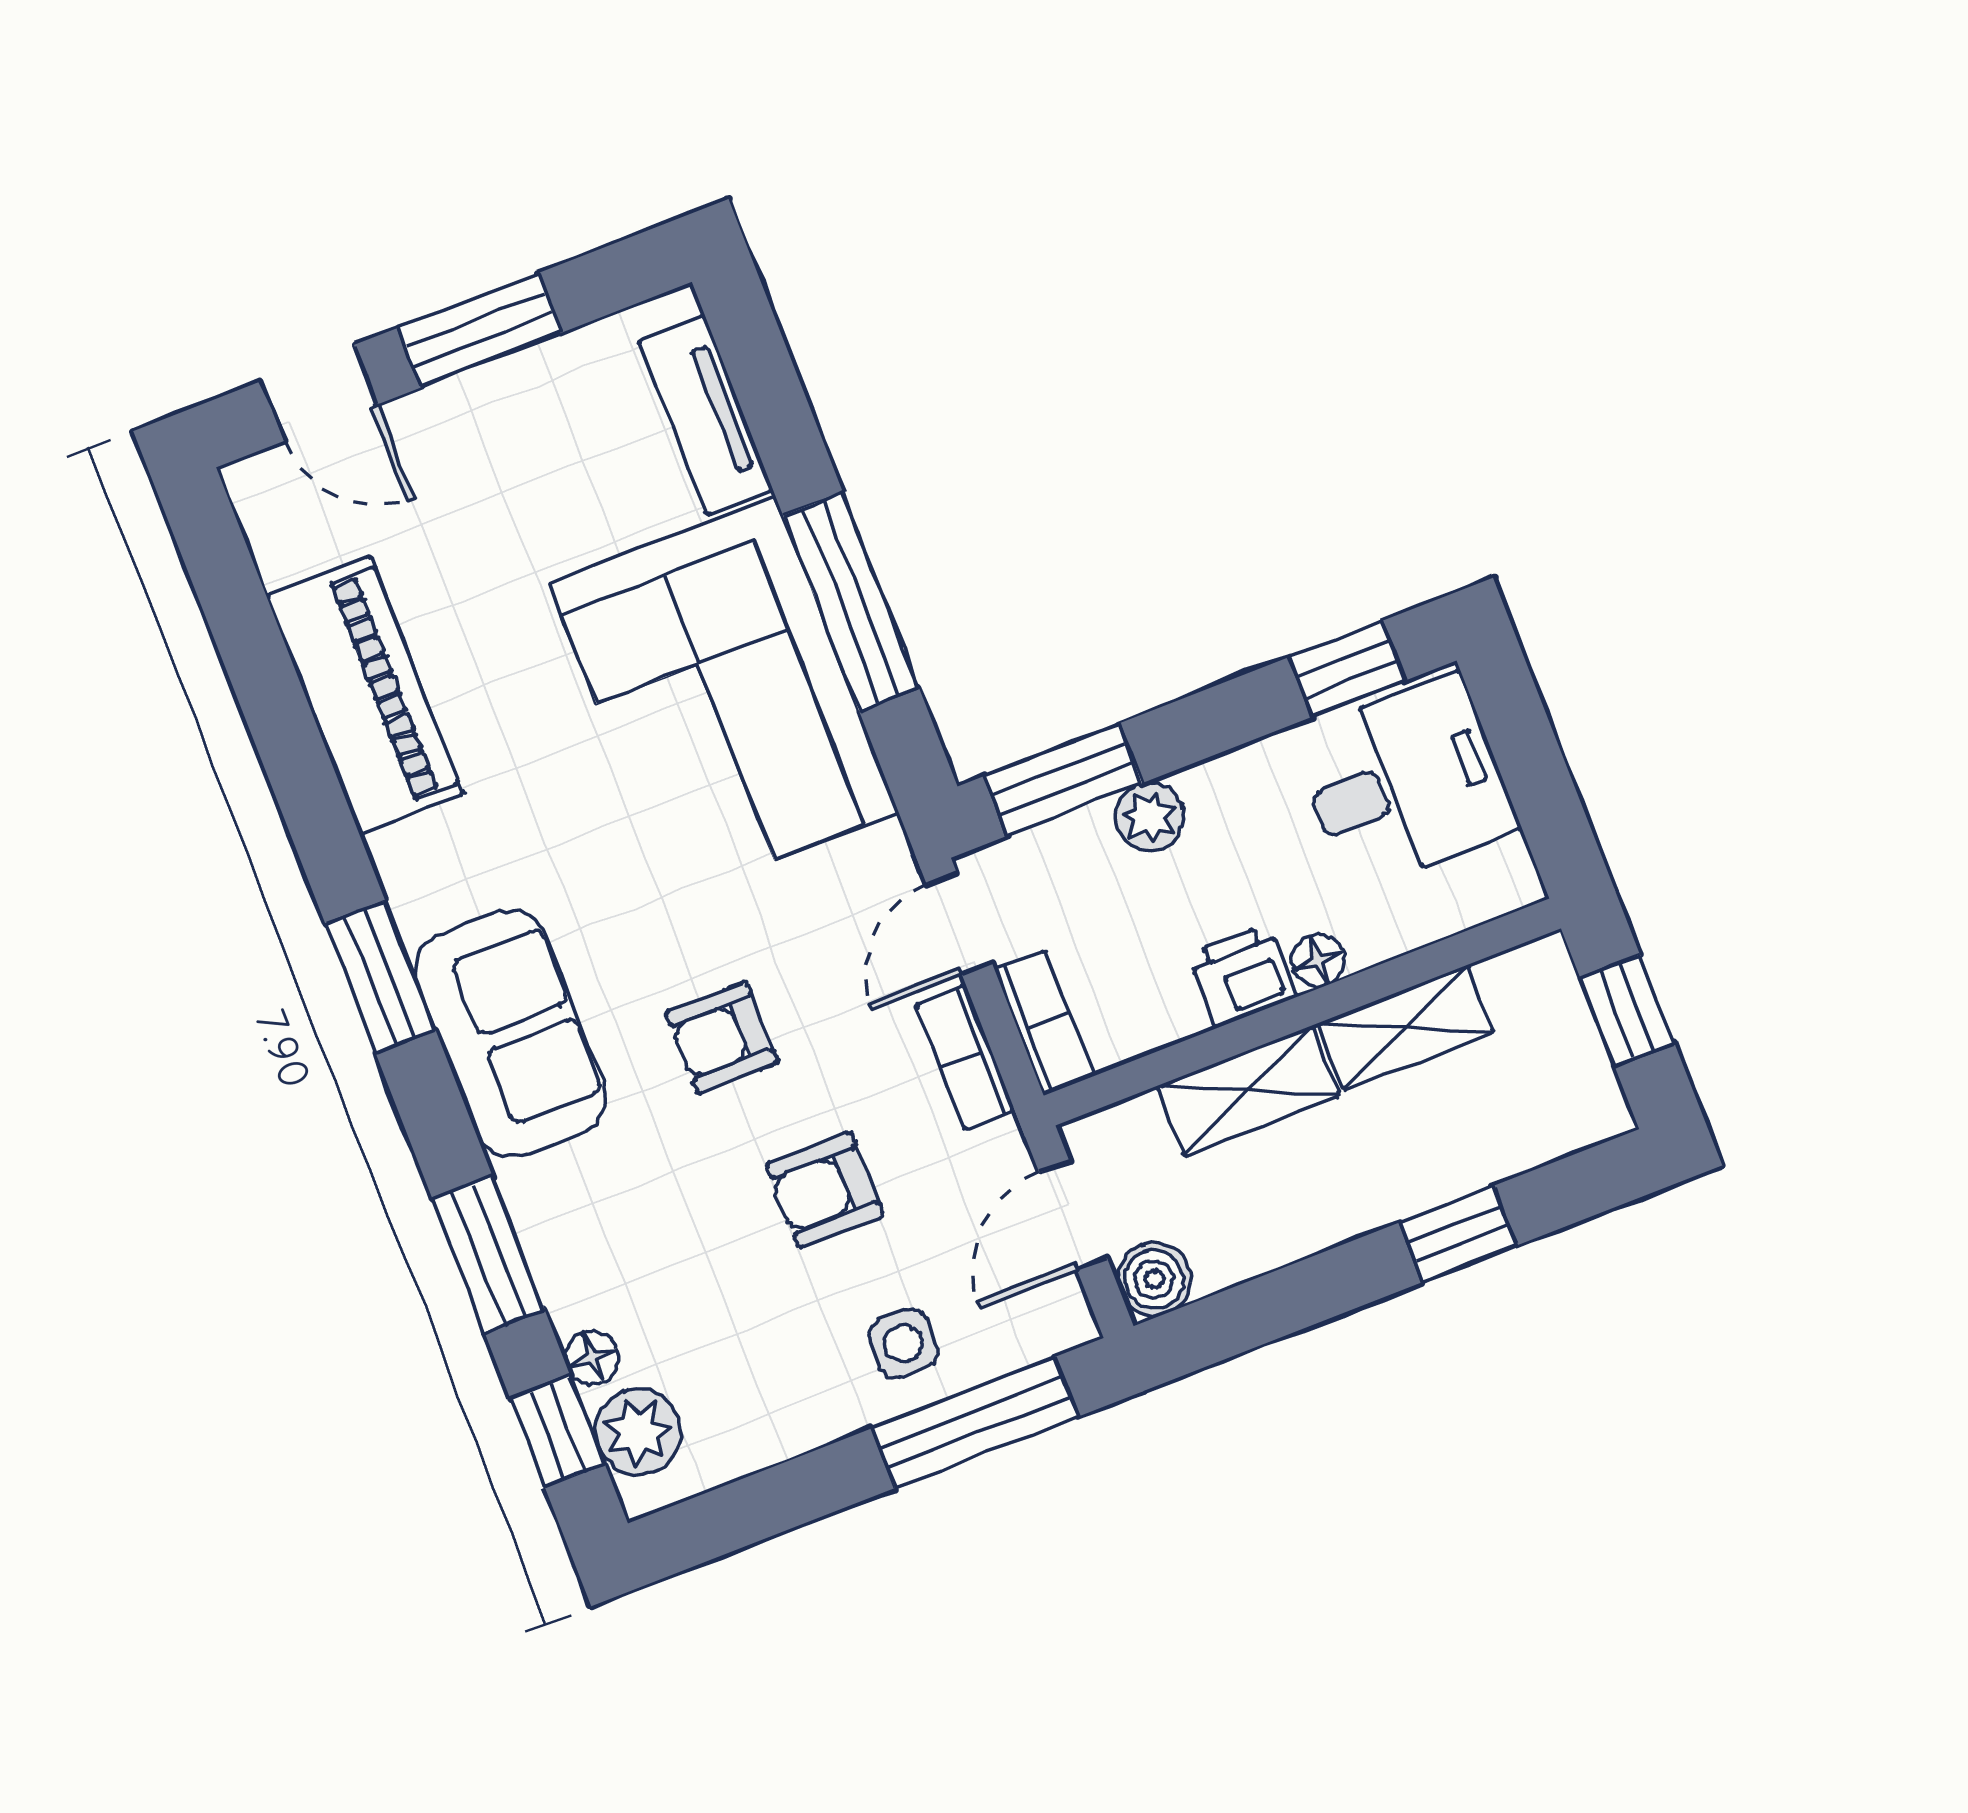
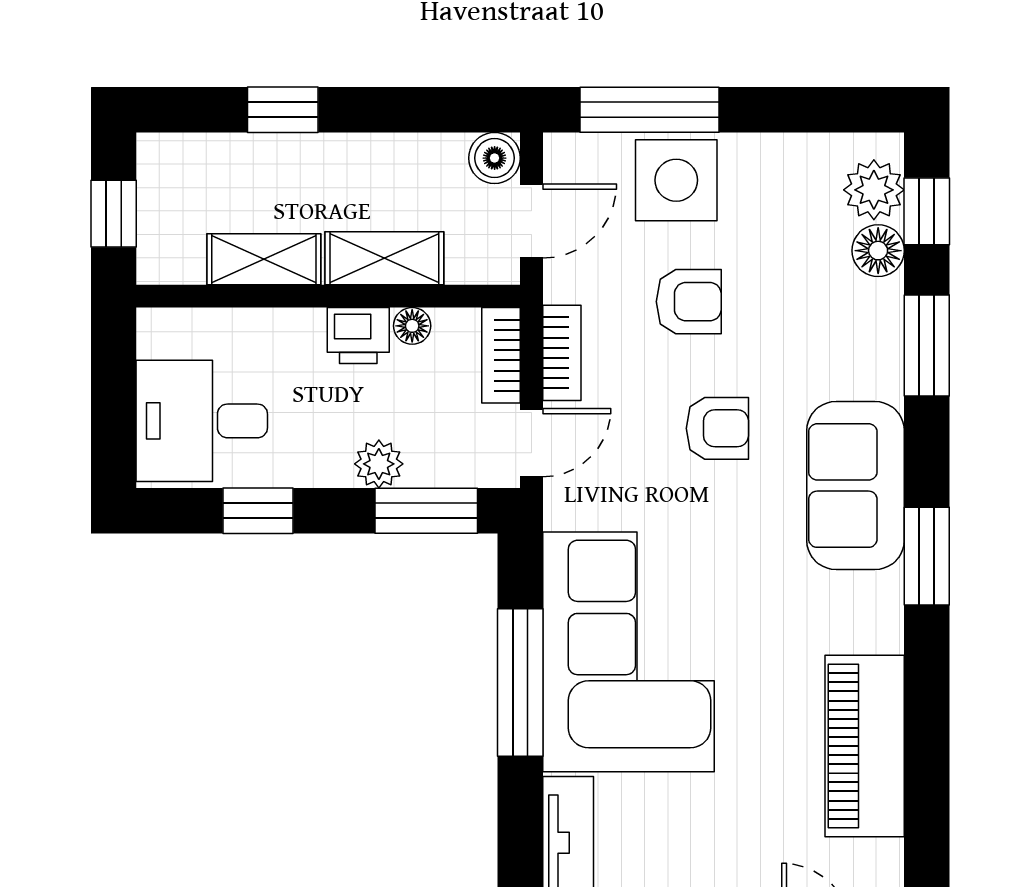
window: (1347, 669) -> (258, 511), moved
floor lamp: (1318, 961) -> (412, 326), moved
side table: (903, 1343) -> (676, 180), width x1.87, depth x1.87
floor lamp: (592, 1358) -> (878, 251), width x1.37, depth x1.37

